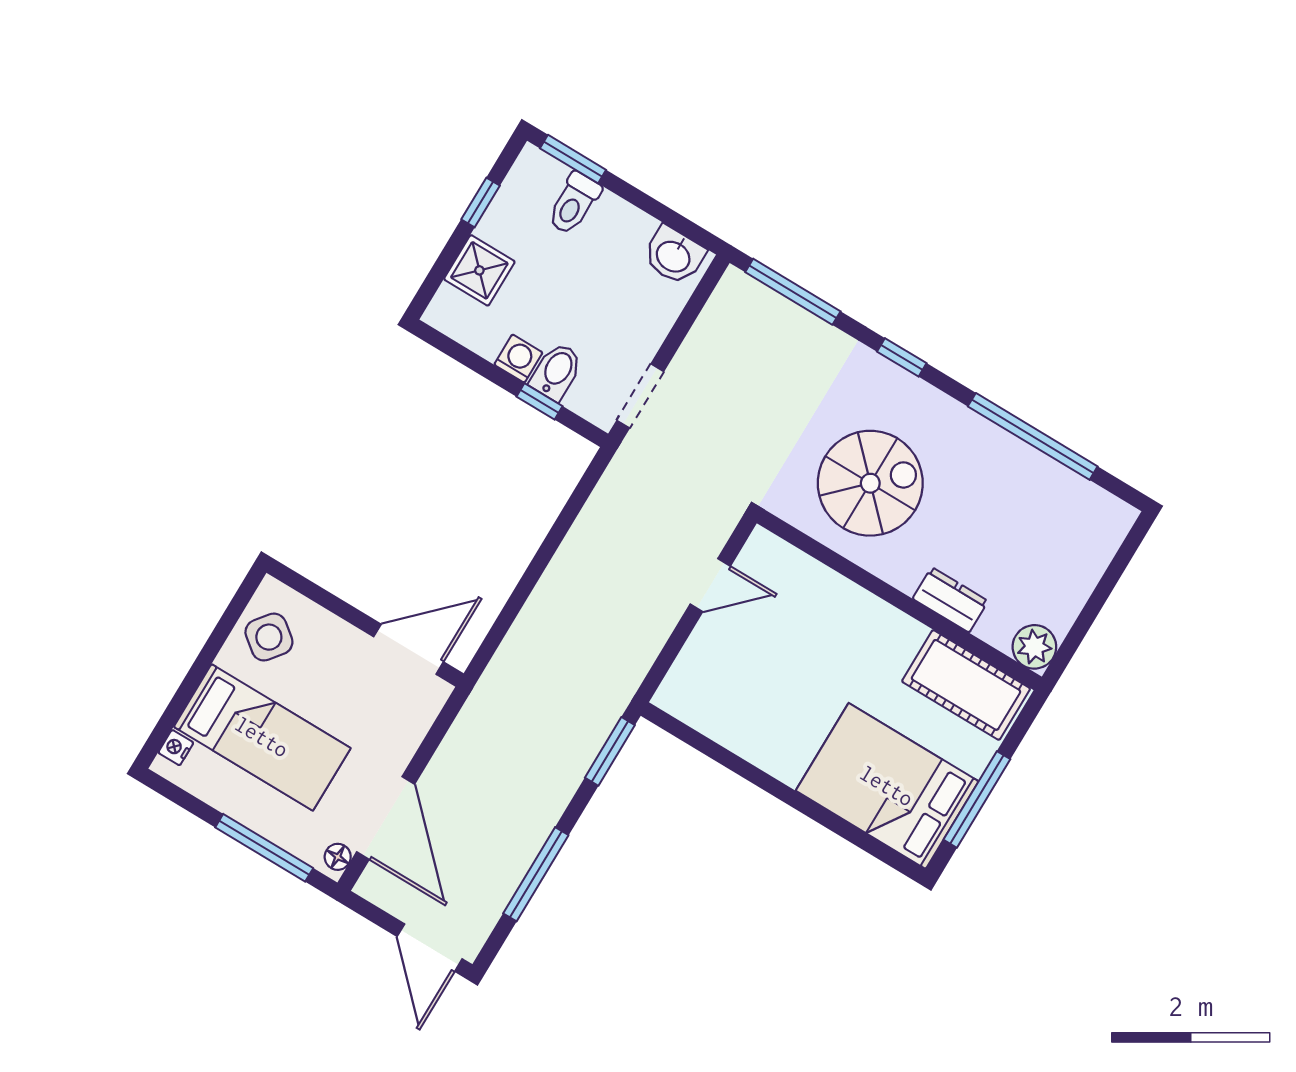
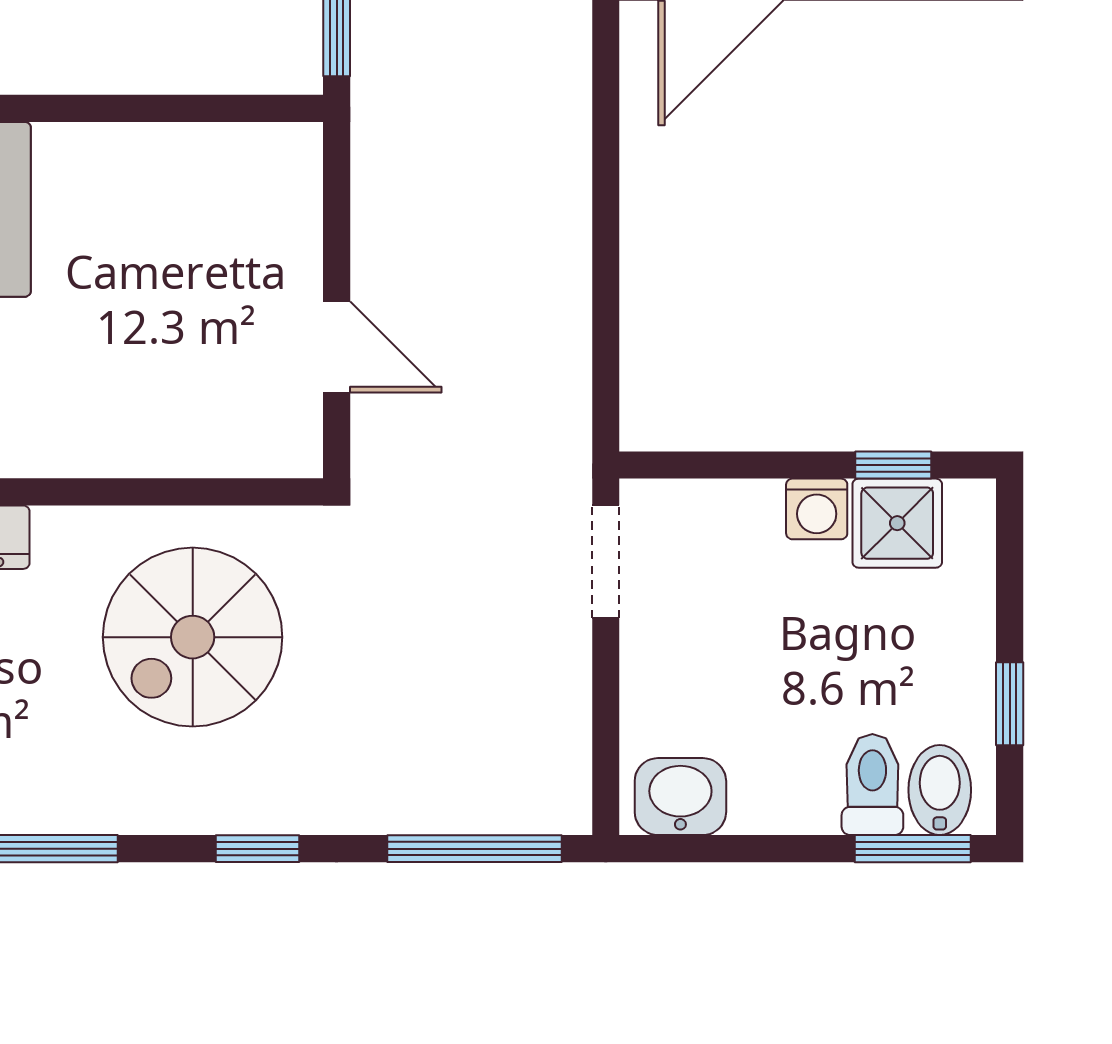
shower: (479, 270) -> (897, 523), moved
bidet: (556, 372) -> (940, 790), moved, turned 180
window: (539, 401) -> (893, 465), moved
door: (710, 585) -> (337, 347), swing flipped

